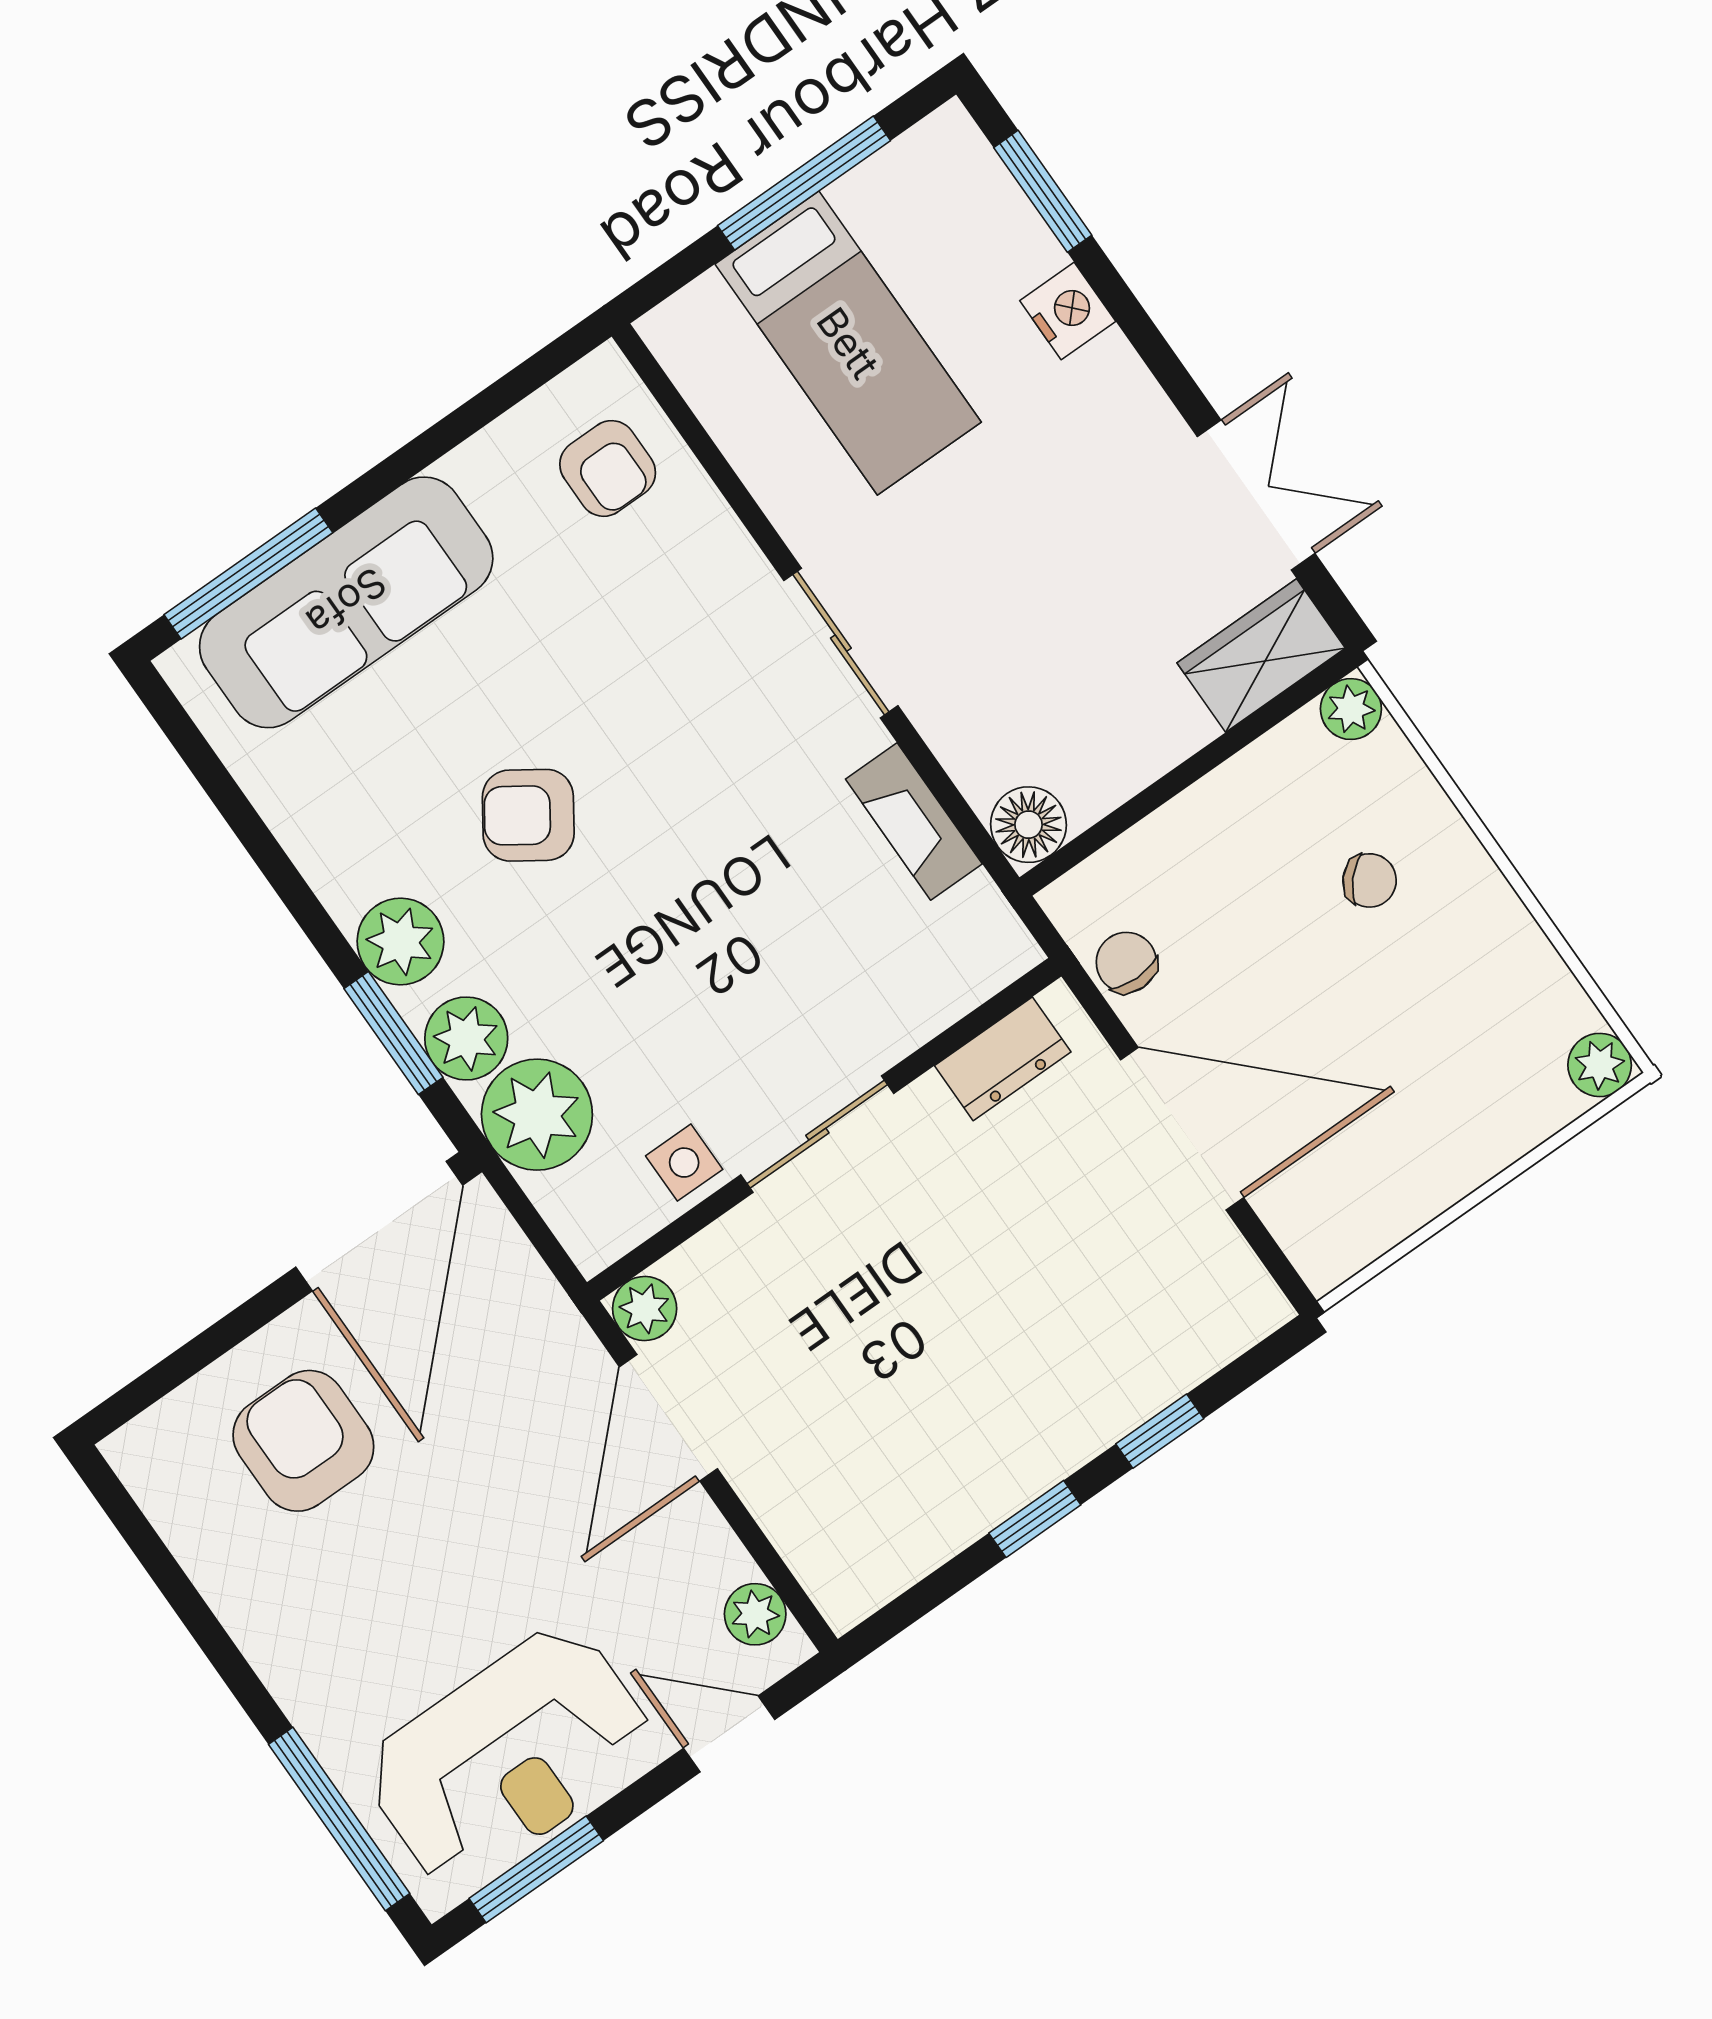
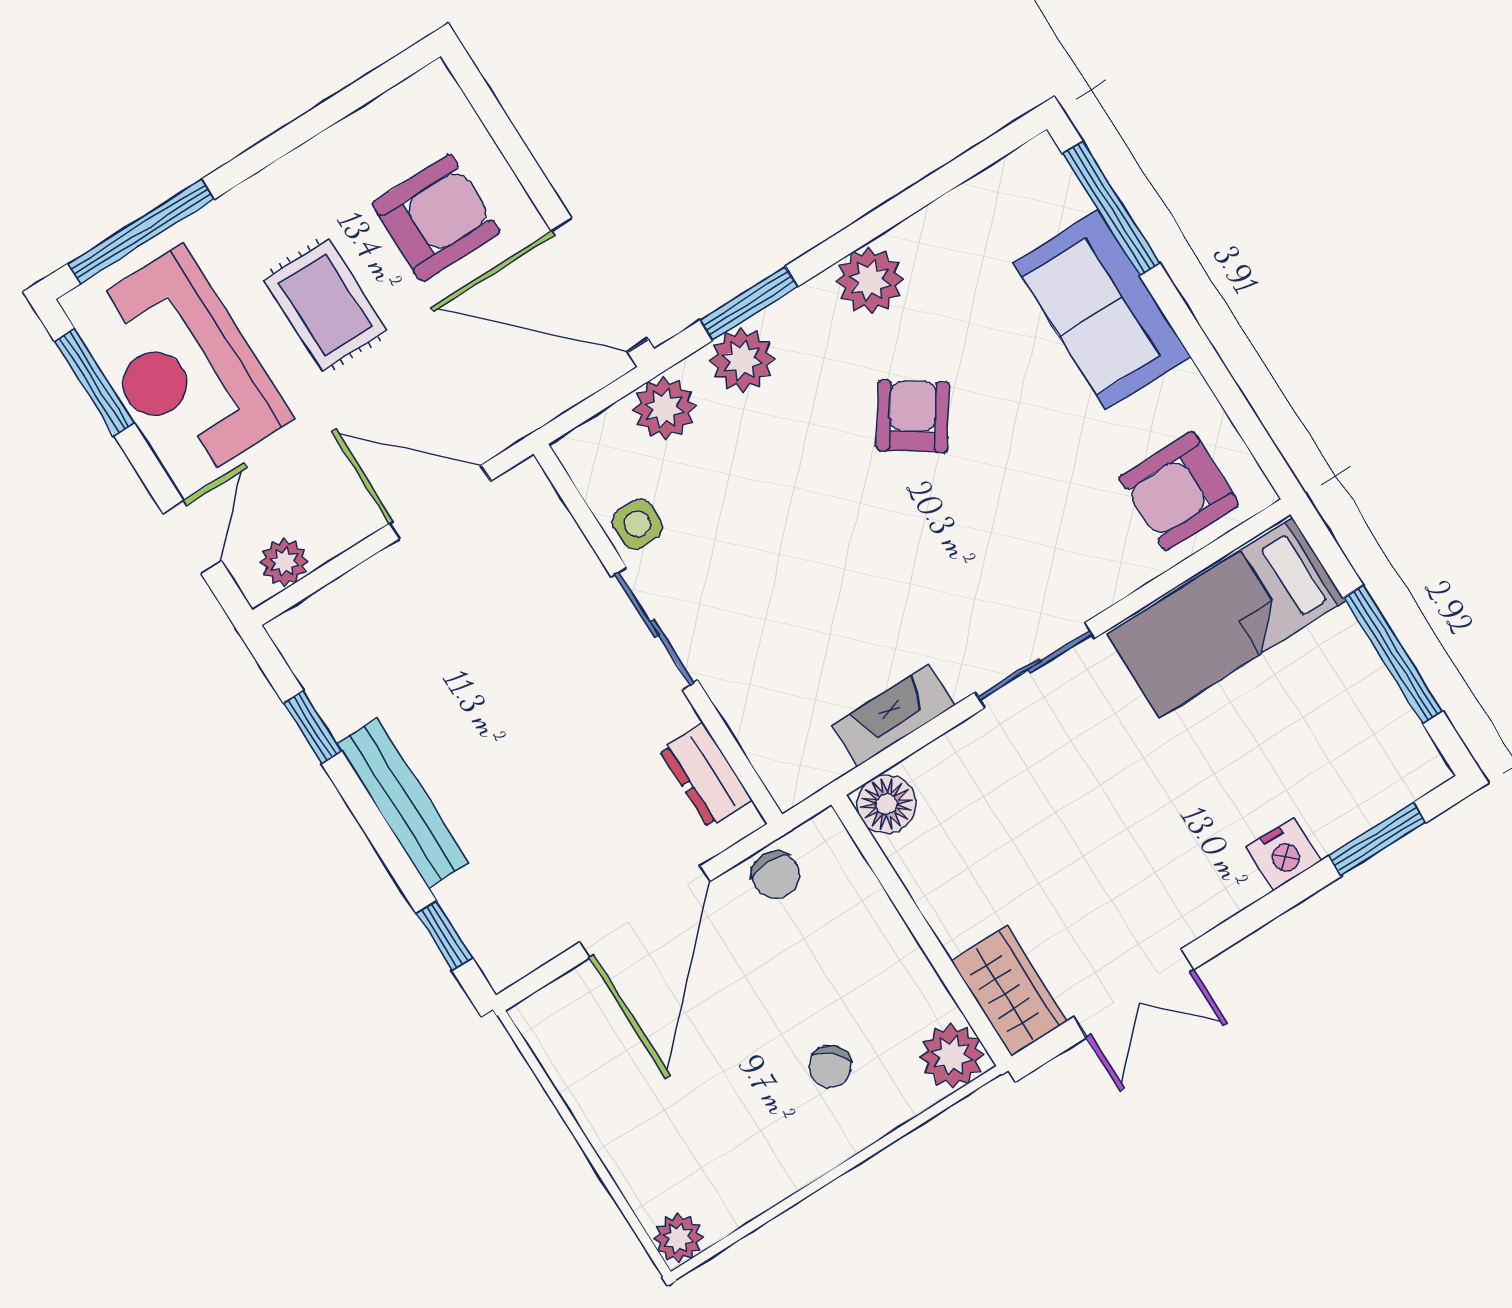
bed: (848, 343) -> (1226, 618), moved
armchair: (608, 468) -> (1179, 491), width x1.38, depth x1.38
sofa: (346, 602) -> (1102, 310), width x0.73
plant: (1351, 709) -> (952, 1056), width x1.38, depth x1.38
plant: (400, 942) -> (870, 281), moved
chair: (1126, 962) -> (776, 875), turned 90
plant: (537, 1115) -> (664, 408), width x0.73, depth x0.73
plant: (645, 1309) -> (526, 488), removed
window: (1160, 1431) -> (444, 936), moved
bench: (1058, 1447) -> (403, 803), added
window: (1035, 1519) -> (312, 727), moved
rug: (422, 1578) -> (325, 305), added

